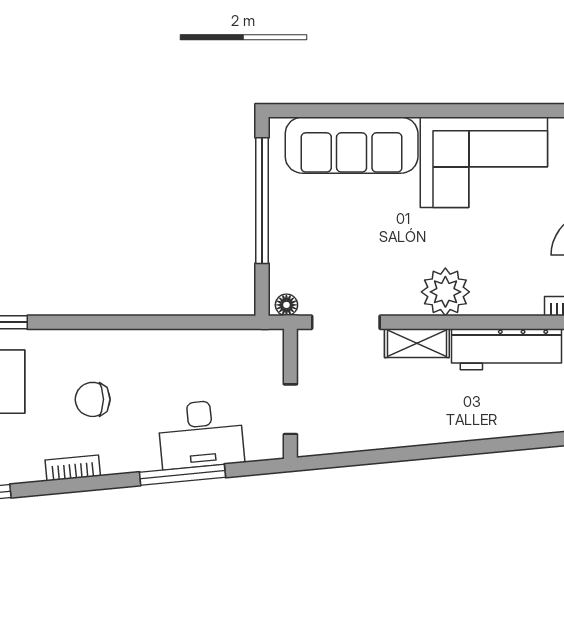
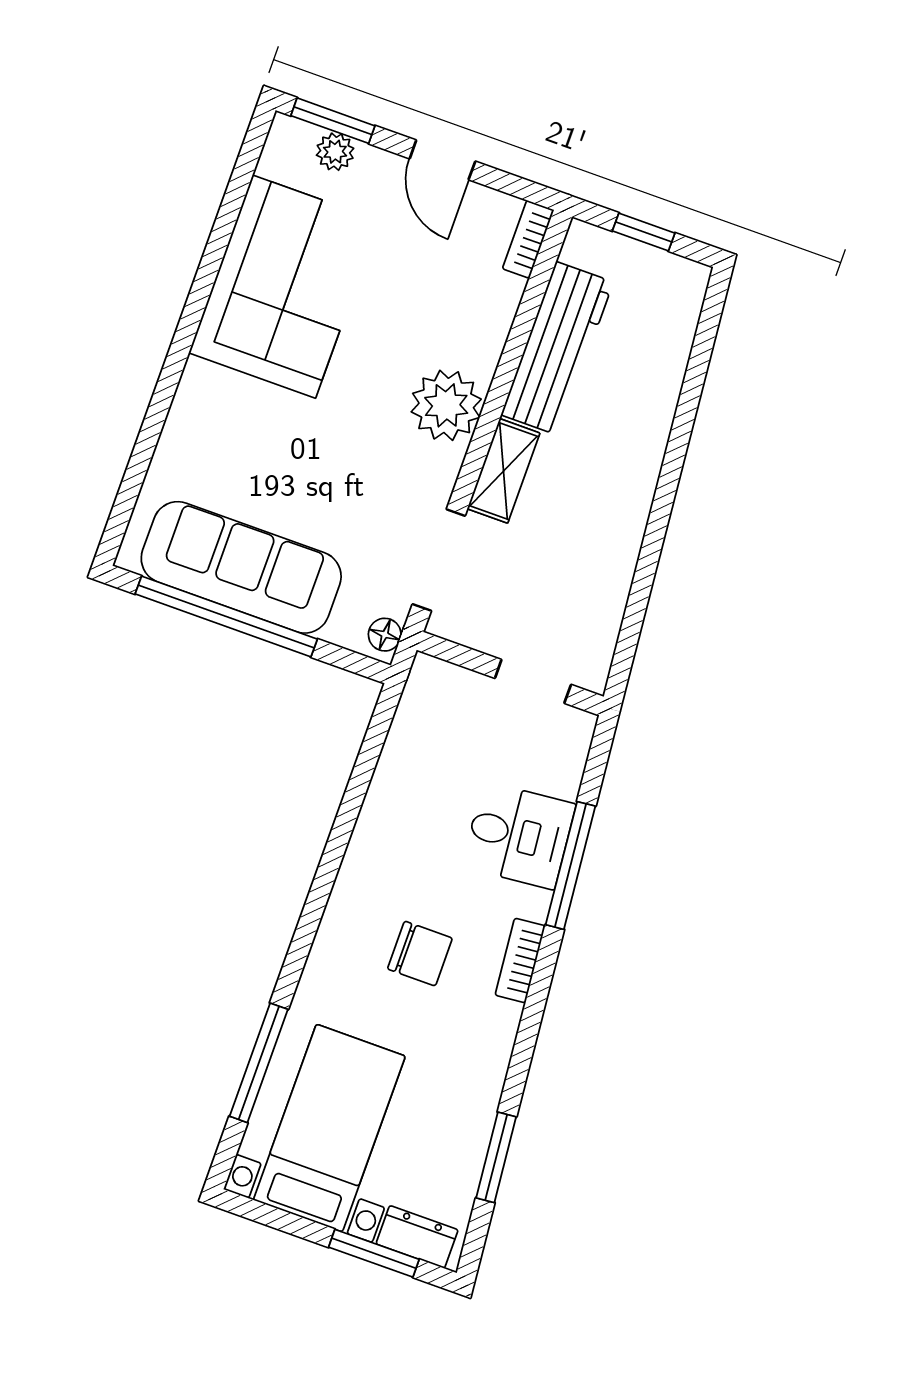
sofa: (352, 145) -> (241, 567), moved, turned -90
chair: (93, 399) -> (420, 954), turned -90
desk: (201, 434) -> (519, 835), width x0.73
bookcase: (73, 468) -> (520, 960), moved

